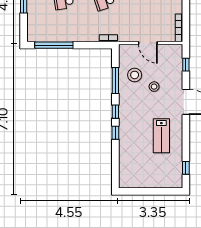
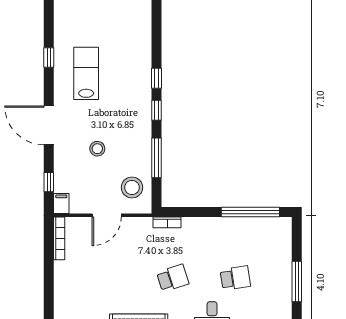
door: (148, 43) -> (107, 215), swing flipped
filing cabinet: (178, 51) -> (61, 203), added
stool: (135, 75) -> (132, 187), moved
window: (186, 168) -> (49, 57), moved

